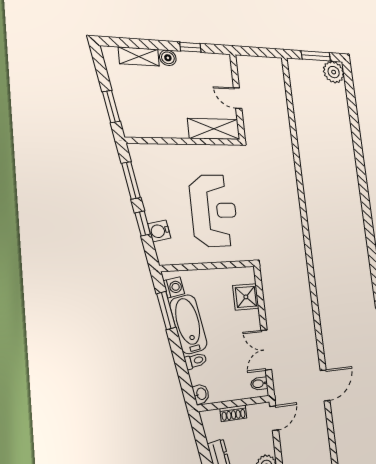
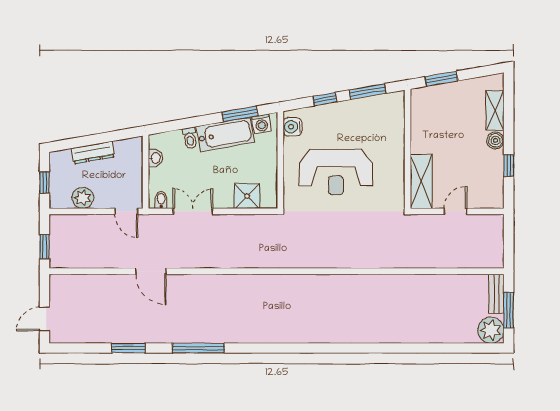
bench: (304, 65) -> (496, 294), added
water cooler: (159, 231) -> (292, 127), moved, turned -80
washbasin: (201, 394) -> (155, 158), moved, turned -80
shoe rack: (233, 413) -> (136, 170), removed

